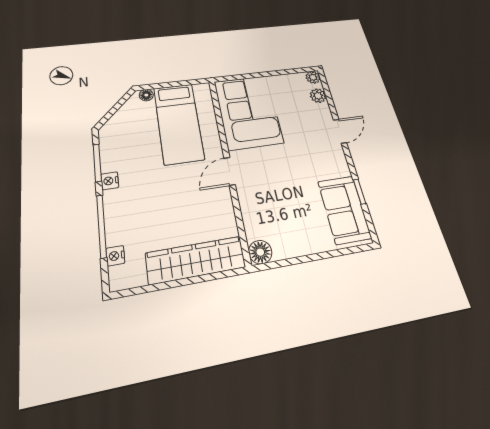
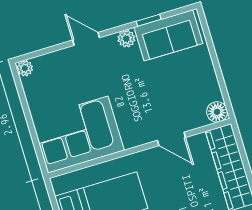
plant: (318, 96) -> (126, 39), moved
door: (229, 171) -> (171, 139), moved

